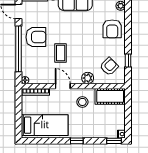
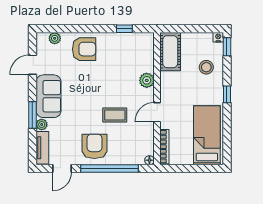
armchair: (109, 66) -> (132, 53), removed
stool: (82, 102) -> (206, 67), moved

